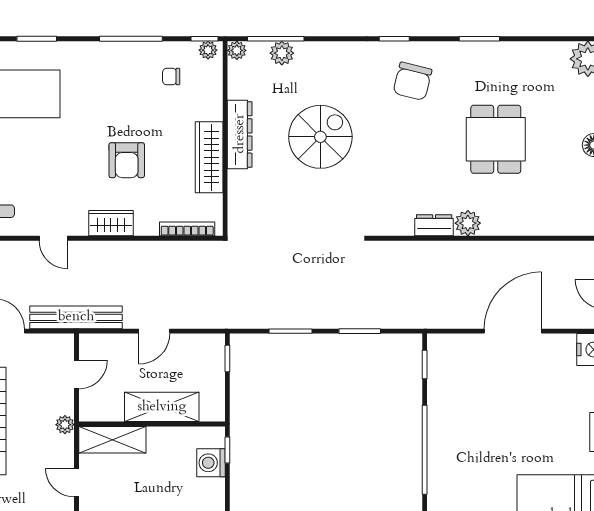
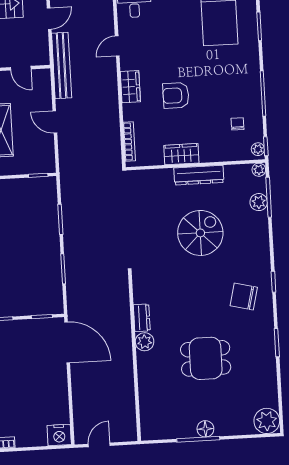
spiral stairs: (320, 137) -> (200, 233), turned -90
wardrobe: (209, 157) -> (181, 154), width x0.67
door: (513, 331) -> (67, 342), moved

